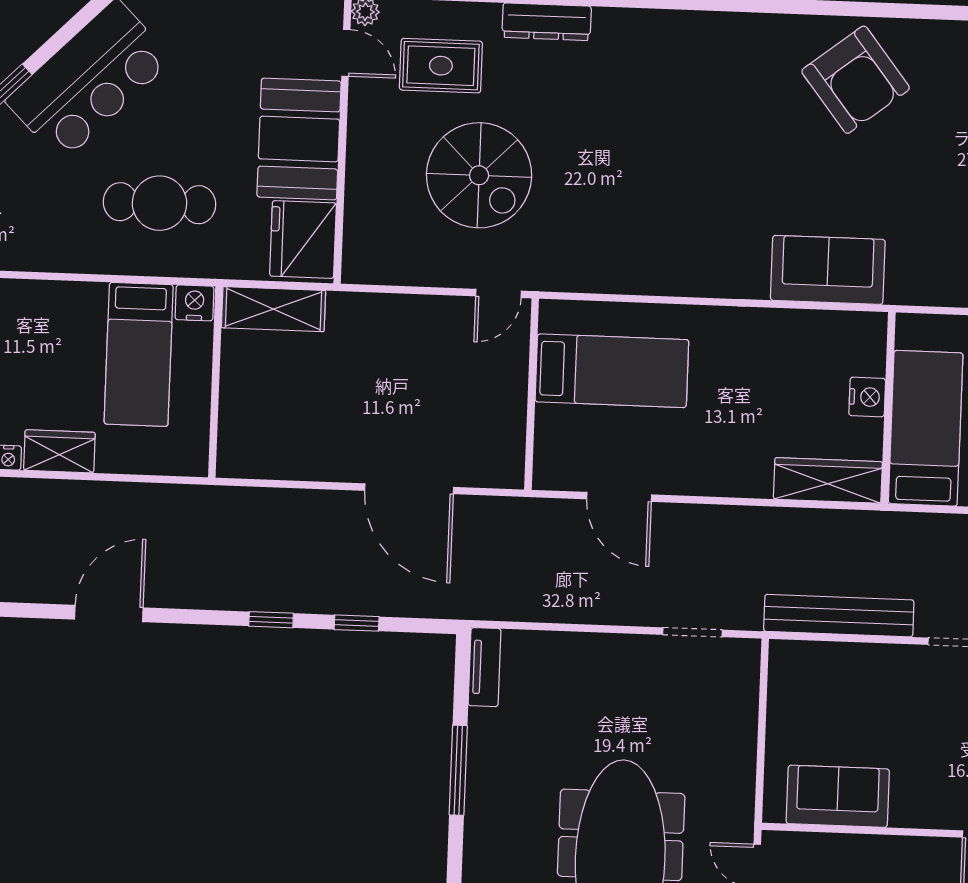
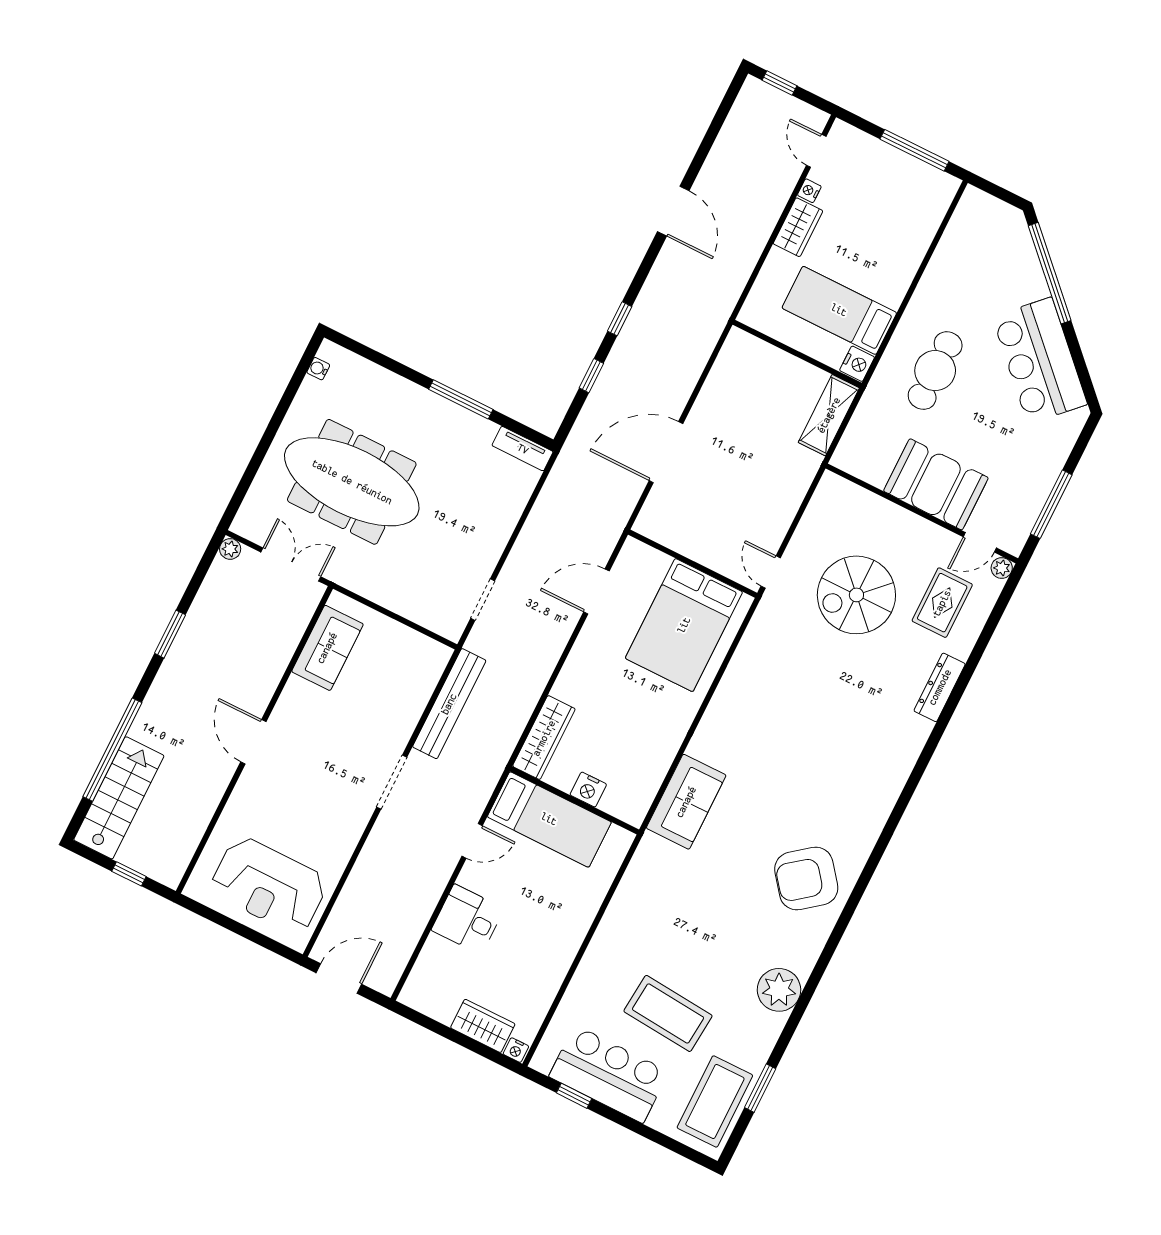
fridge: (303, 239) -> (867, 456), removed
bed: (612, 371) -> (684, 625), width x1.50

